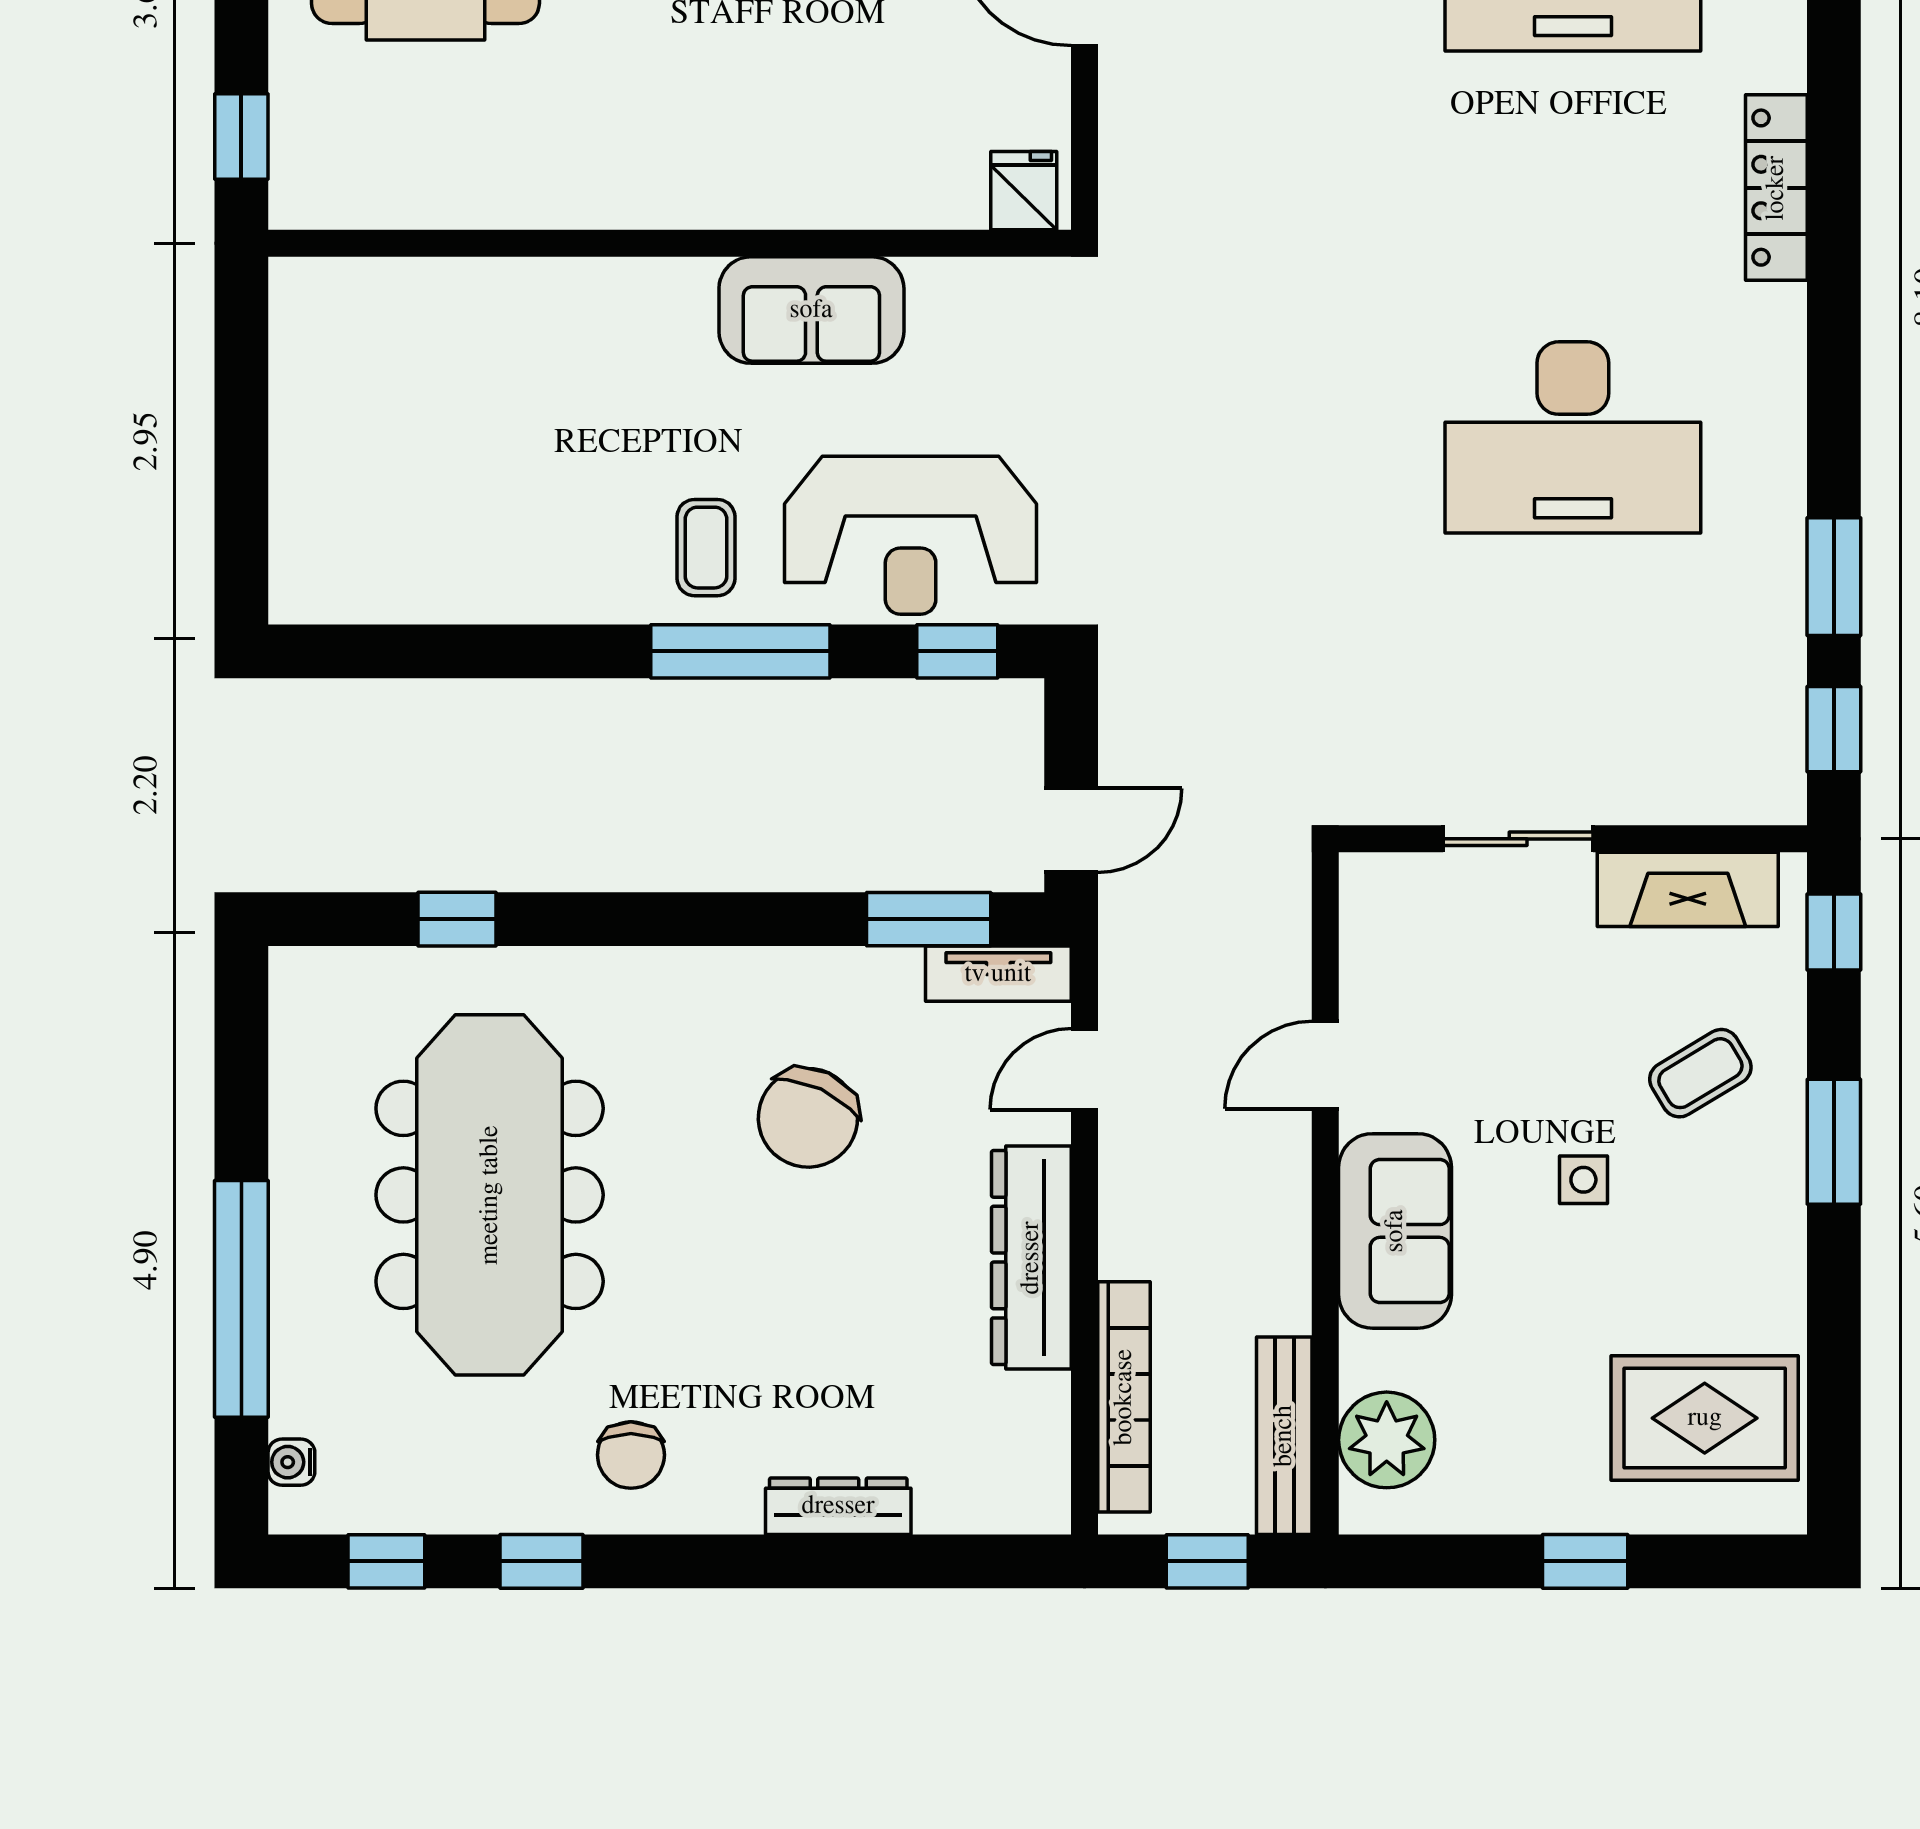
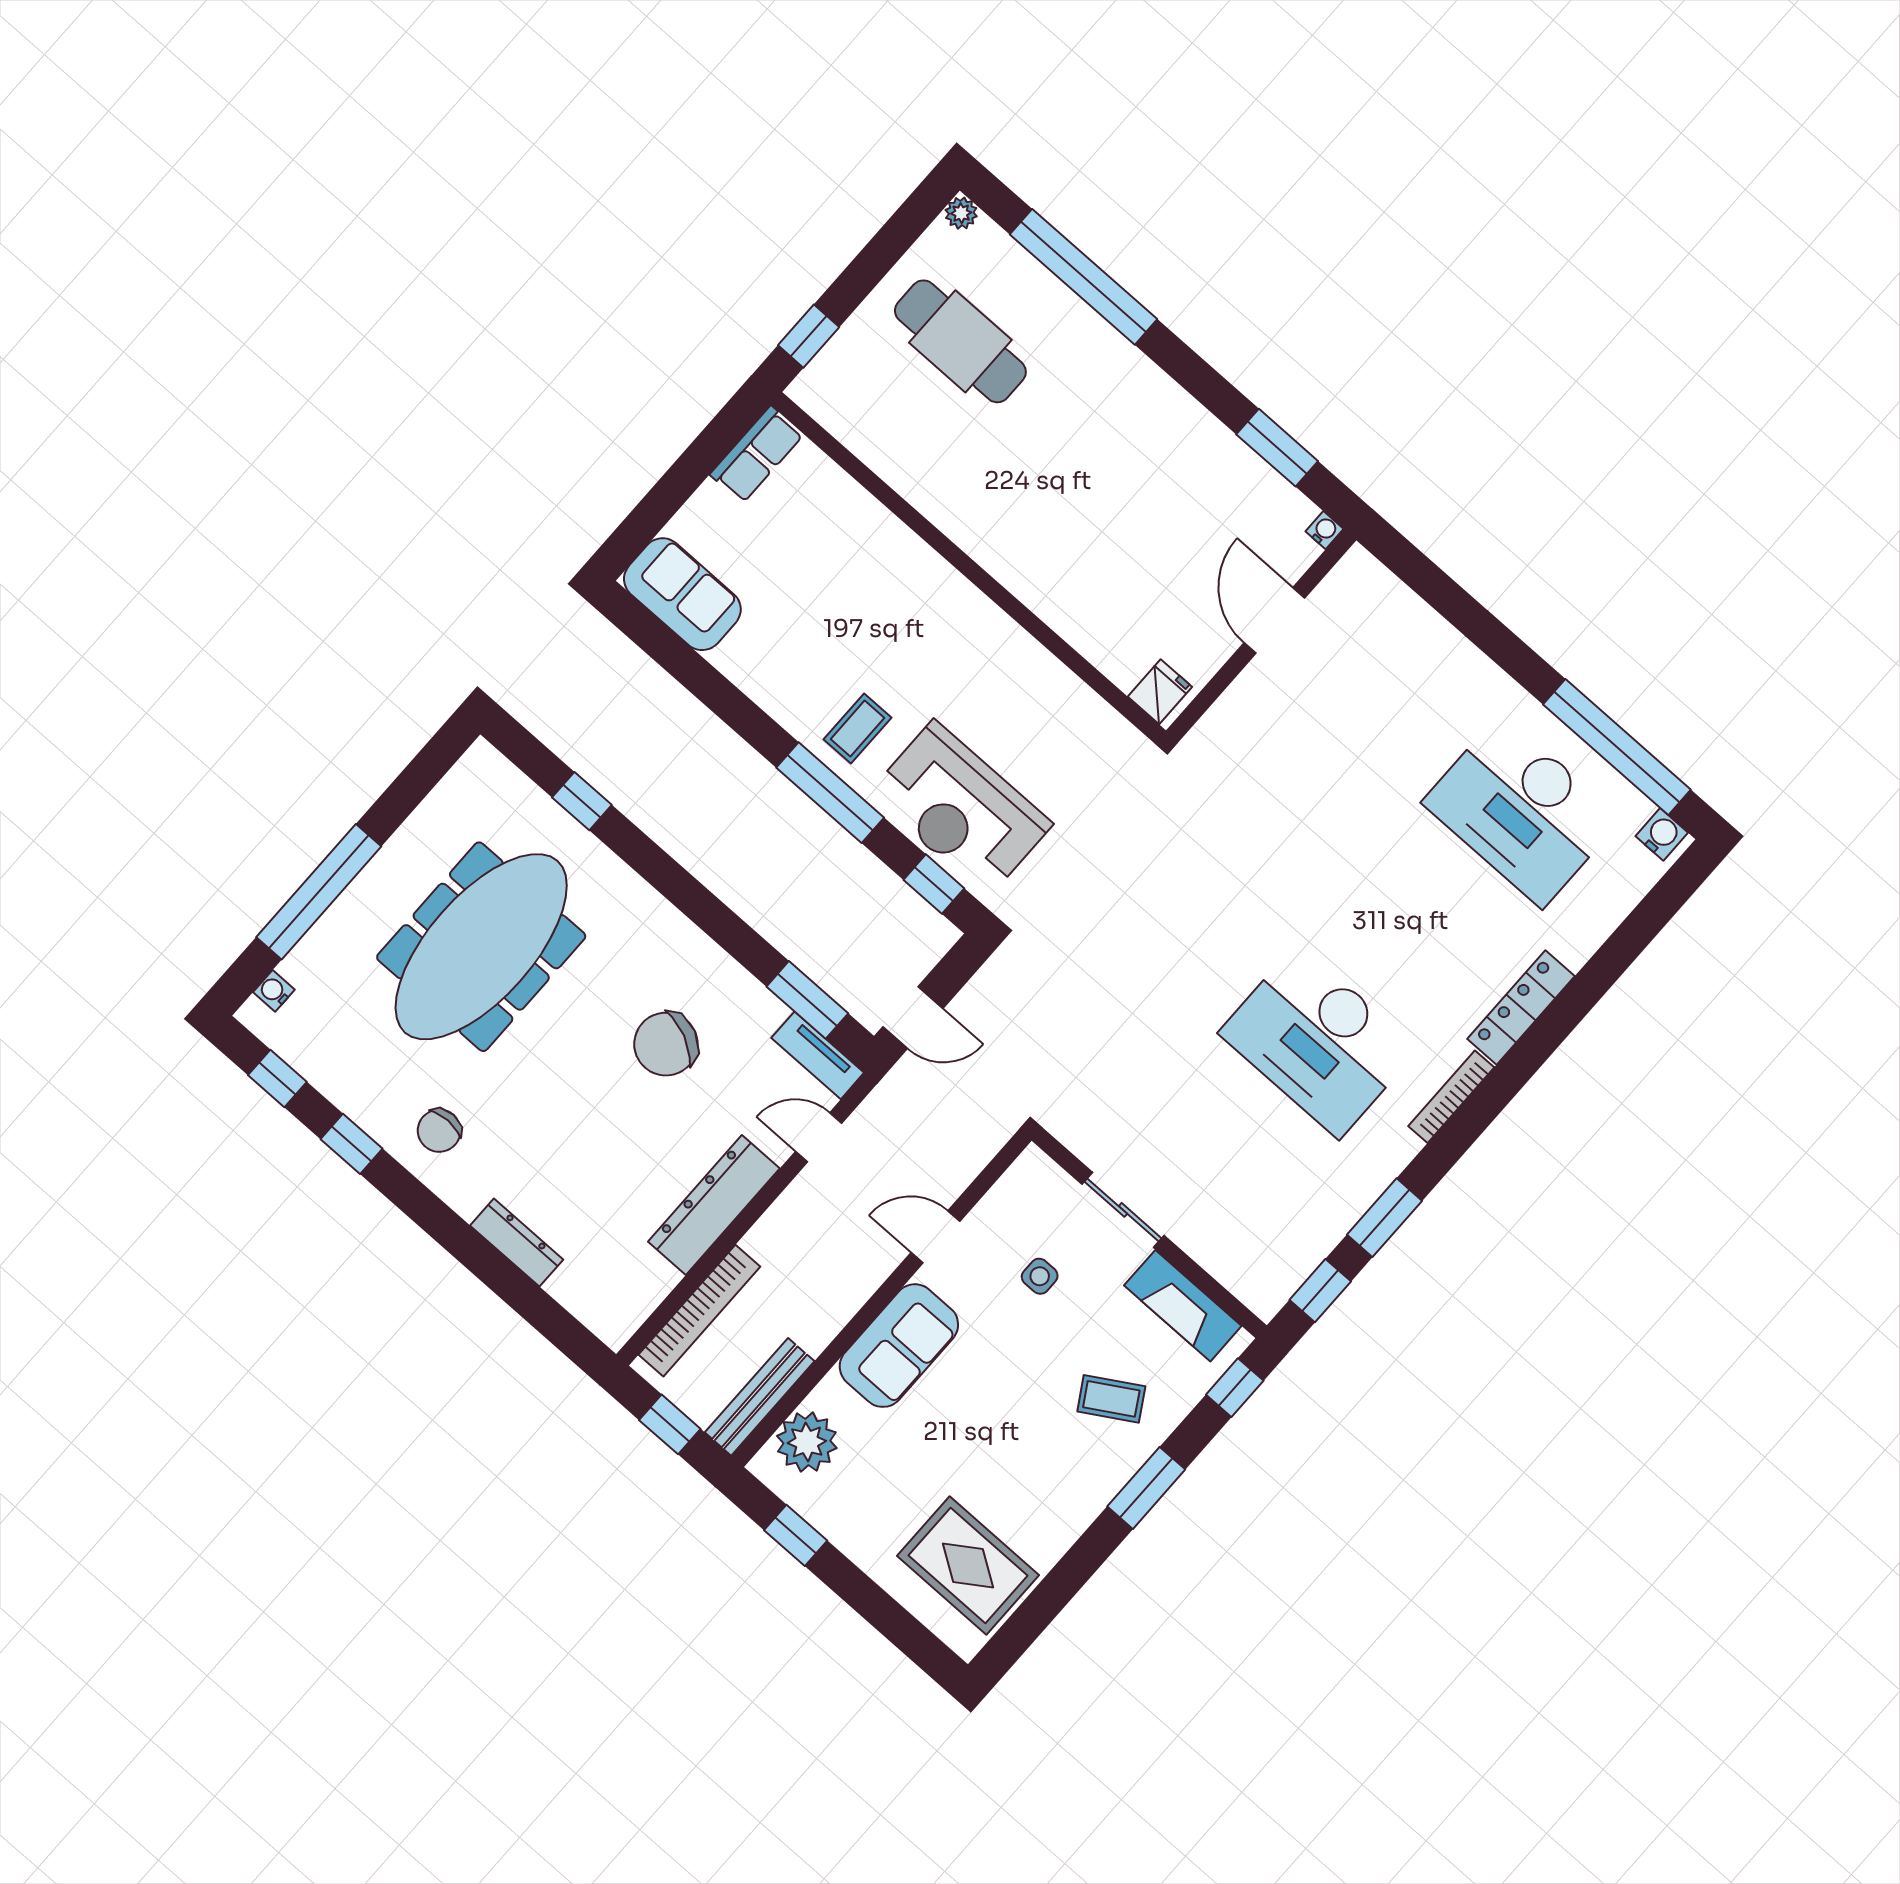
sofa: (811, 310) -> (682, 594), moved, turned 180
row of seats: (303, 330) -> (757, 455), added
bookcase: (1787, 365) -> (1451, 1097), added
side table: (1583, 1180) -> (1040, 1276), moved
window: (1585, 1561) -> (796, 1535), moved

